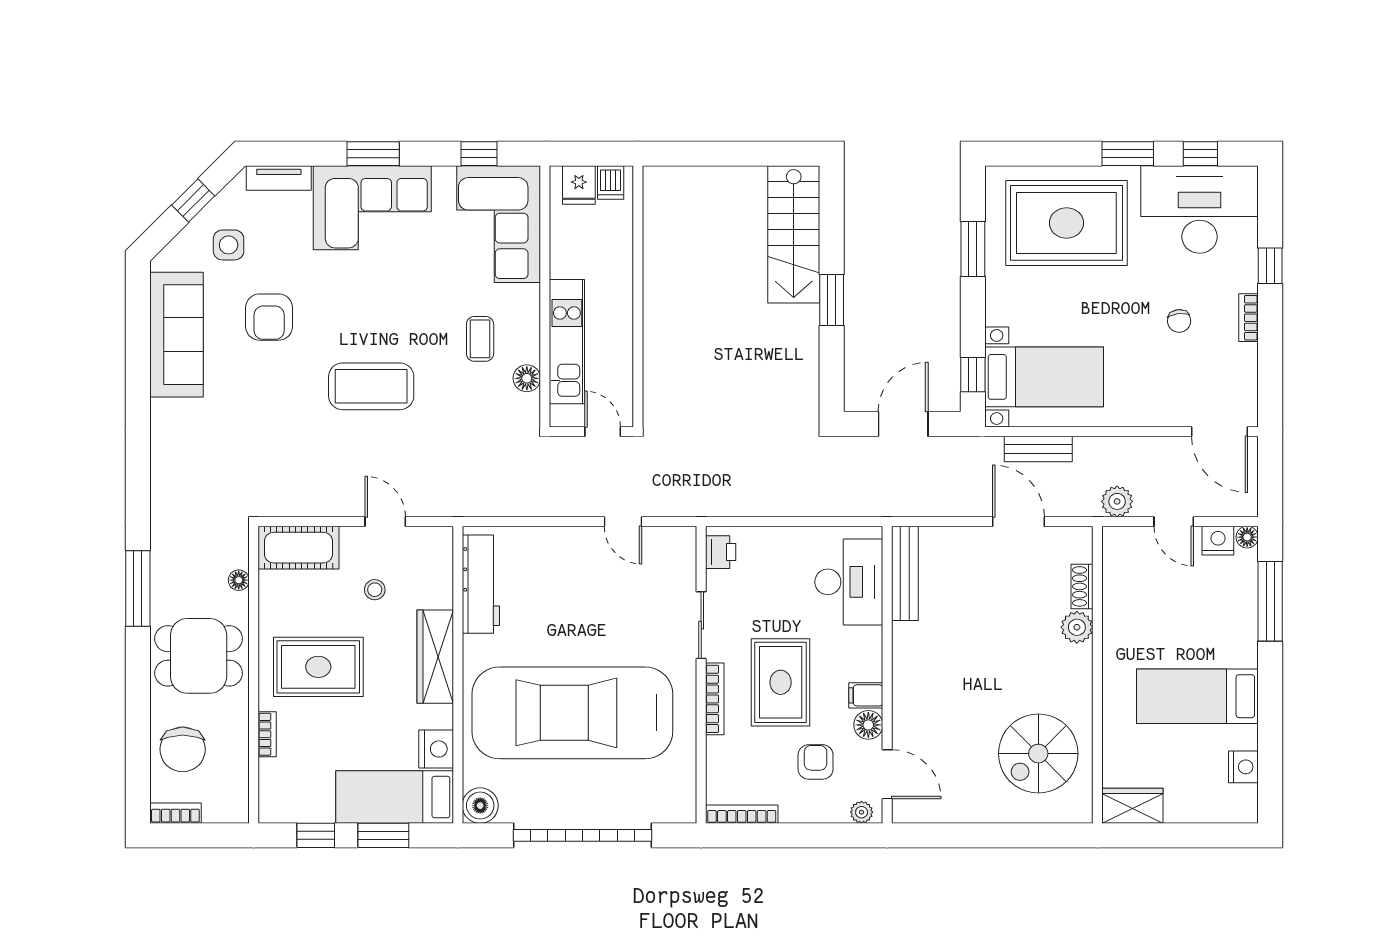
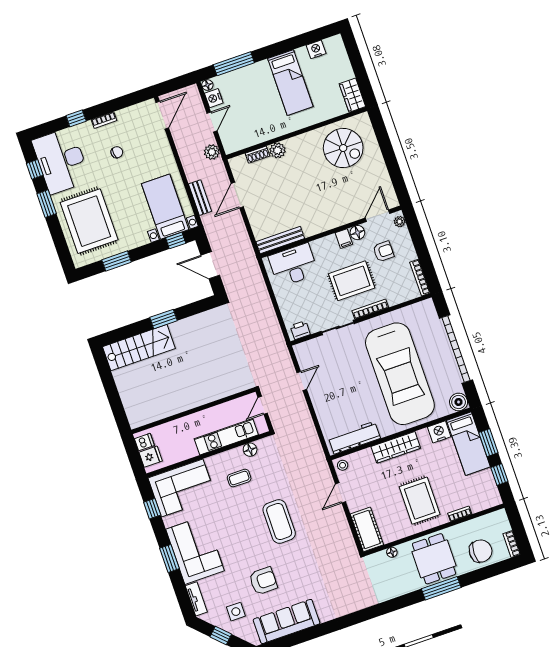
window: (138, 588) -> (441, 588), moved
stool: (375, 590) -> (343, 465), moved
armchair: (816, 762) -> (383, 251), turned 180

